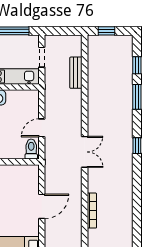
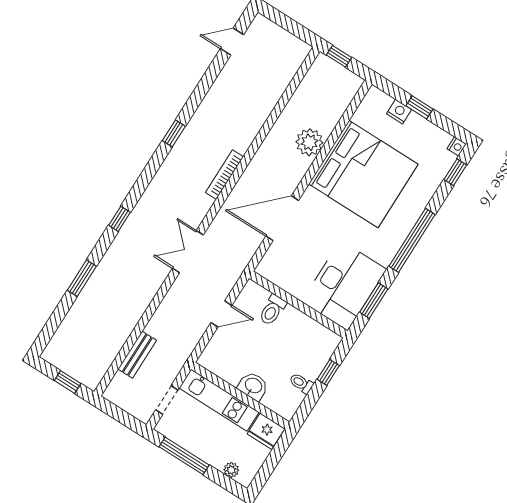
window: (137, 65) -> (174, 133), moved
toilet: (31, 149) -> (272, 310), moved
door: (42, 206) -> (282, 218), width x1.36

